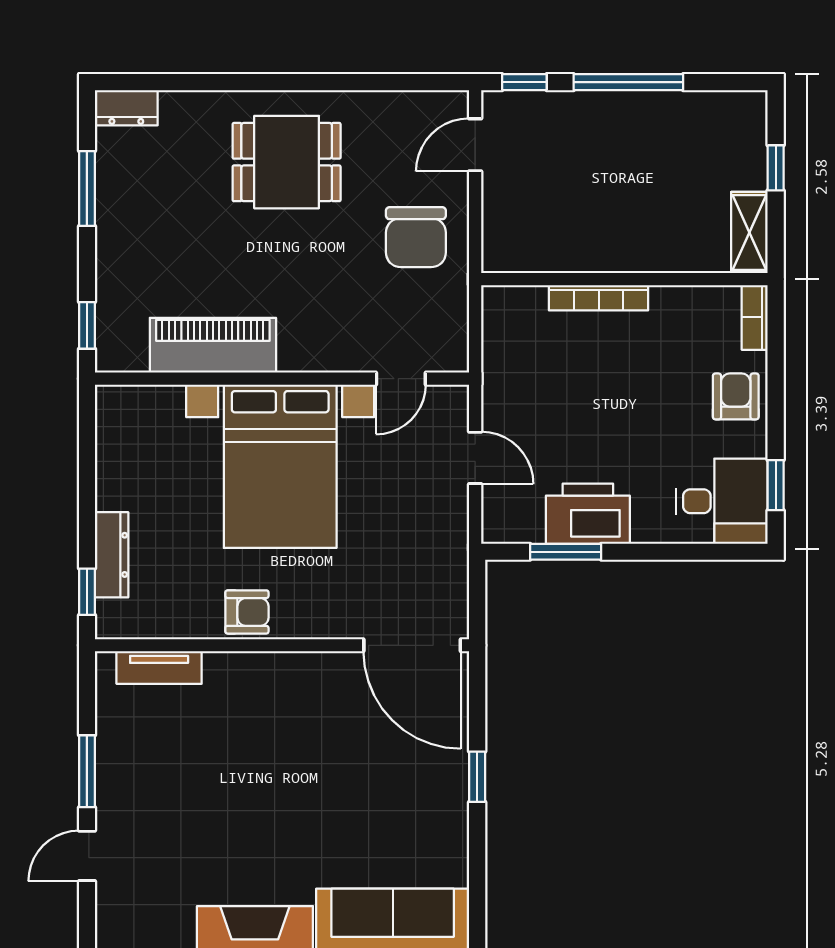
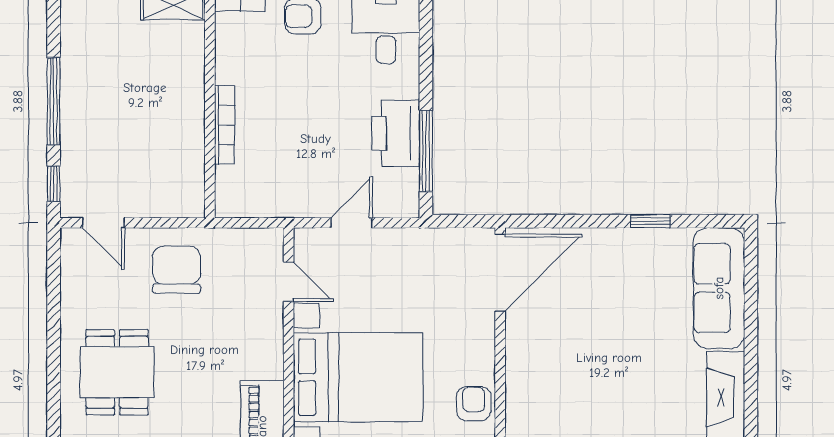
chair: (416, 237) -> (177, 270), turned -90
window: (566, 552) -> (426, 151), width x1.44
window: (477, 777) -> (650, 221), moved

